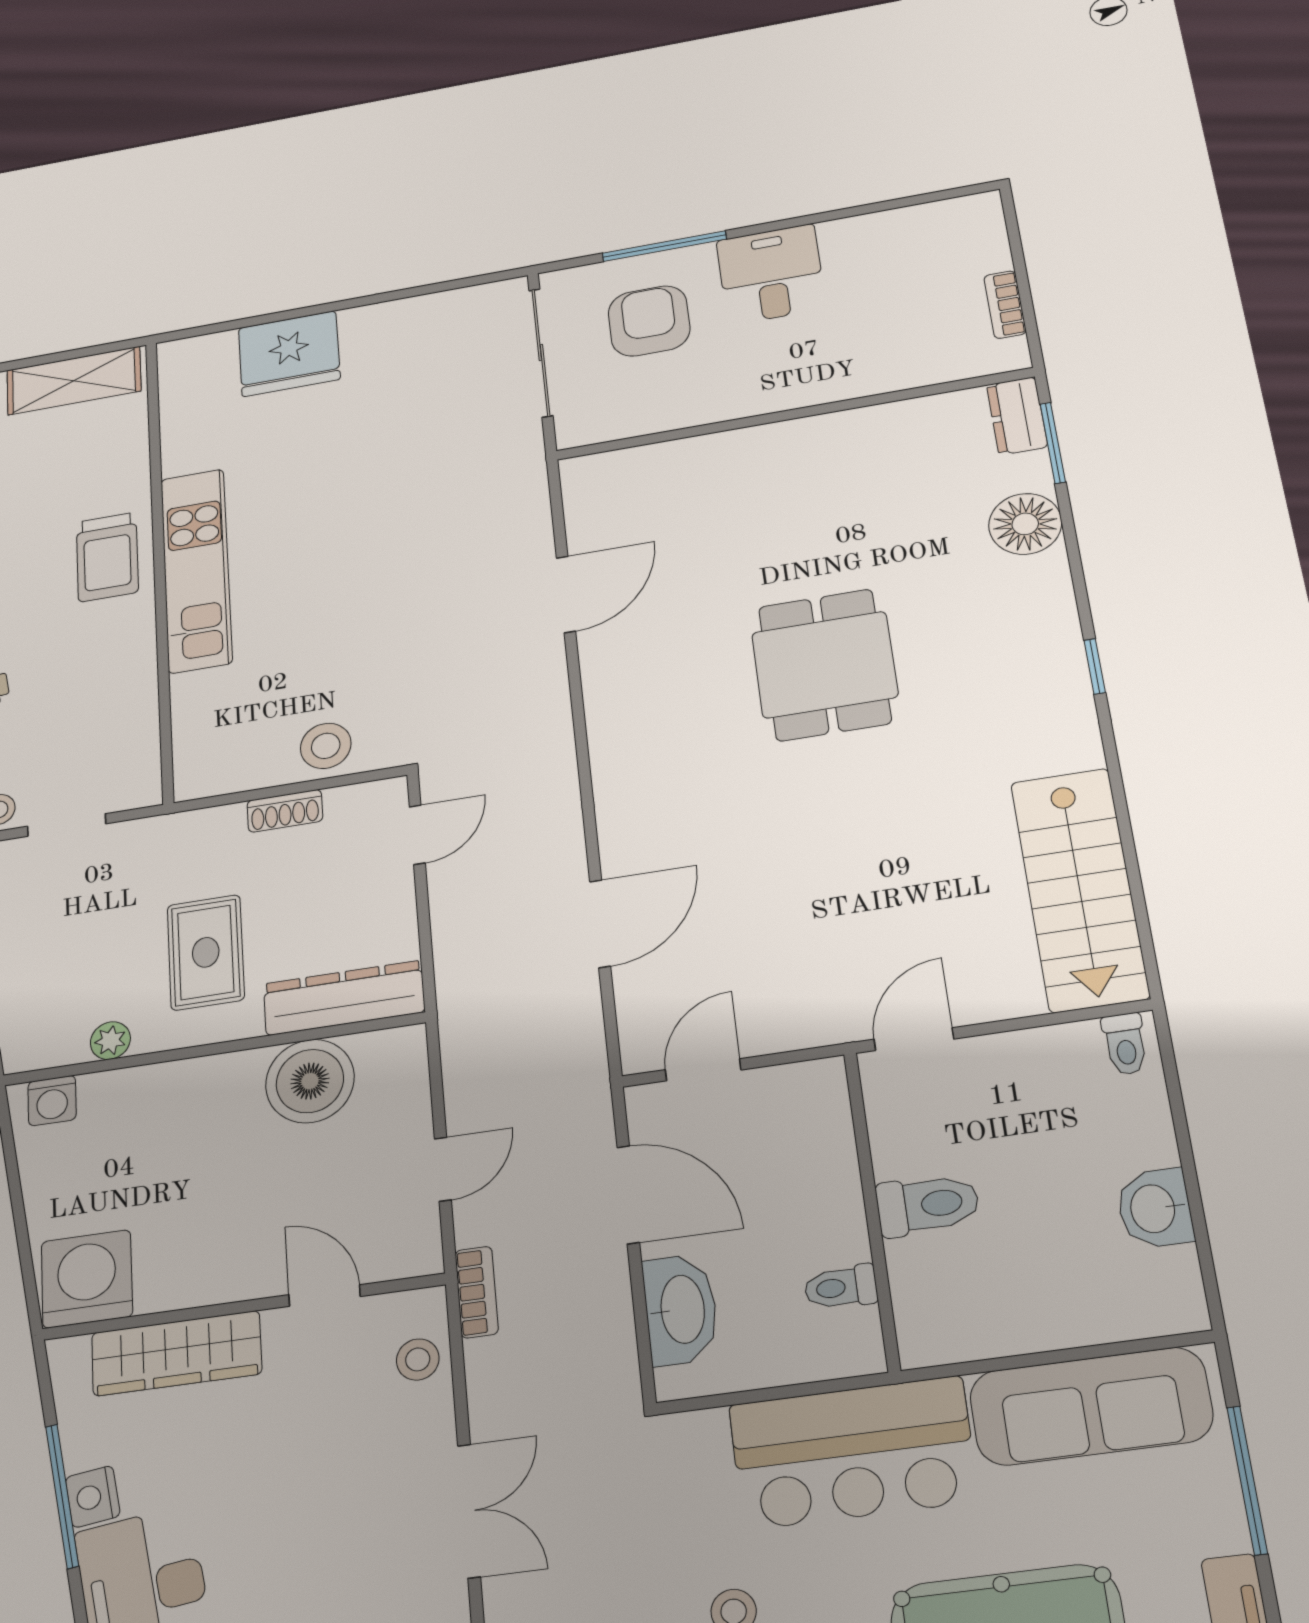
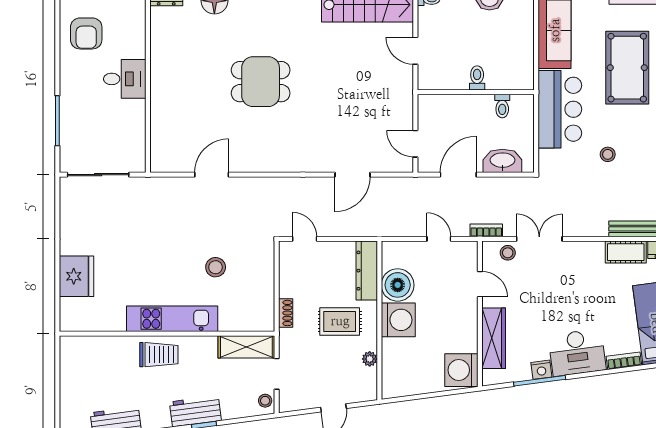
desk: (771, 274) -> (125, 79), moved, turned 180
armchair: (649, 321) -> (86, 33), moved, turned -90
shelving: (74, 381) -> (246, 347), moved, turned 90
door: (566, 594) -> (212, 175), hinge flipped
stool: (326, 746) -> (216, 267), moved
shoe rack: (285, 811) -> (286, 313), moved
door: (600, 924) -> (353, 175), swing flipped
door: (914, 1039) -> (415, 51), moved
washing machine: (52, 1101) -> (398, 320), moved, width x1.89, depth x1.89
toilet: (928, 1205) -> (477, 78), width x0.73, depth x0.72
door: (325, 1296) -> (480, 284), swing flipped
double door: (469, 1511) -> (539, 239), moved

